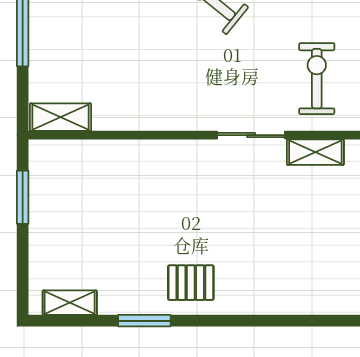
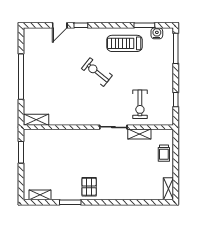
exercise bike: (317, 79) -> (140, 104), turned 180
pallet: (191, 283) -> (89, 187), turned 90

